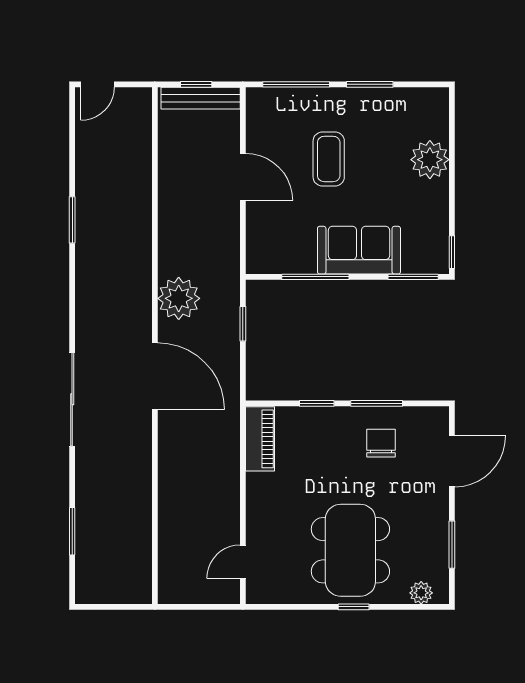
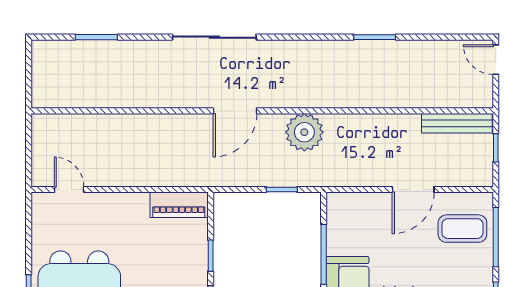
bench: (201, 98) -> (457, 123), moved, turned 90
coffee table: (329, 159) -> (462, 229), moved
door: (155, 376) -> (235, 111), width x0.73

